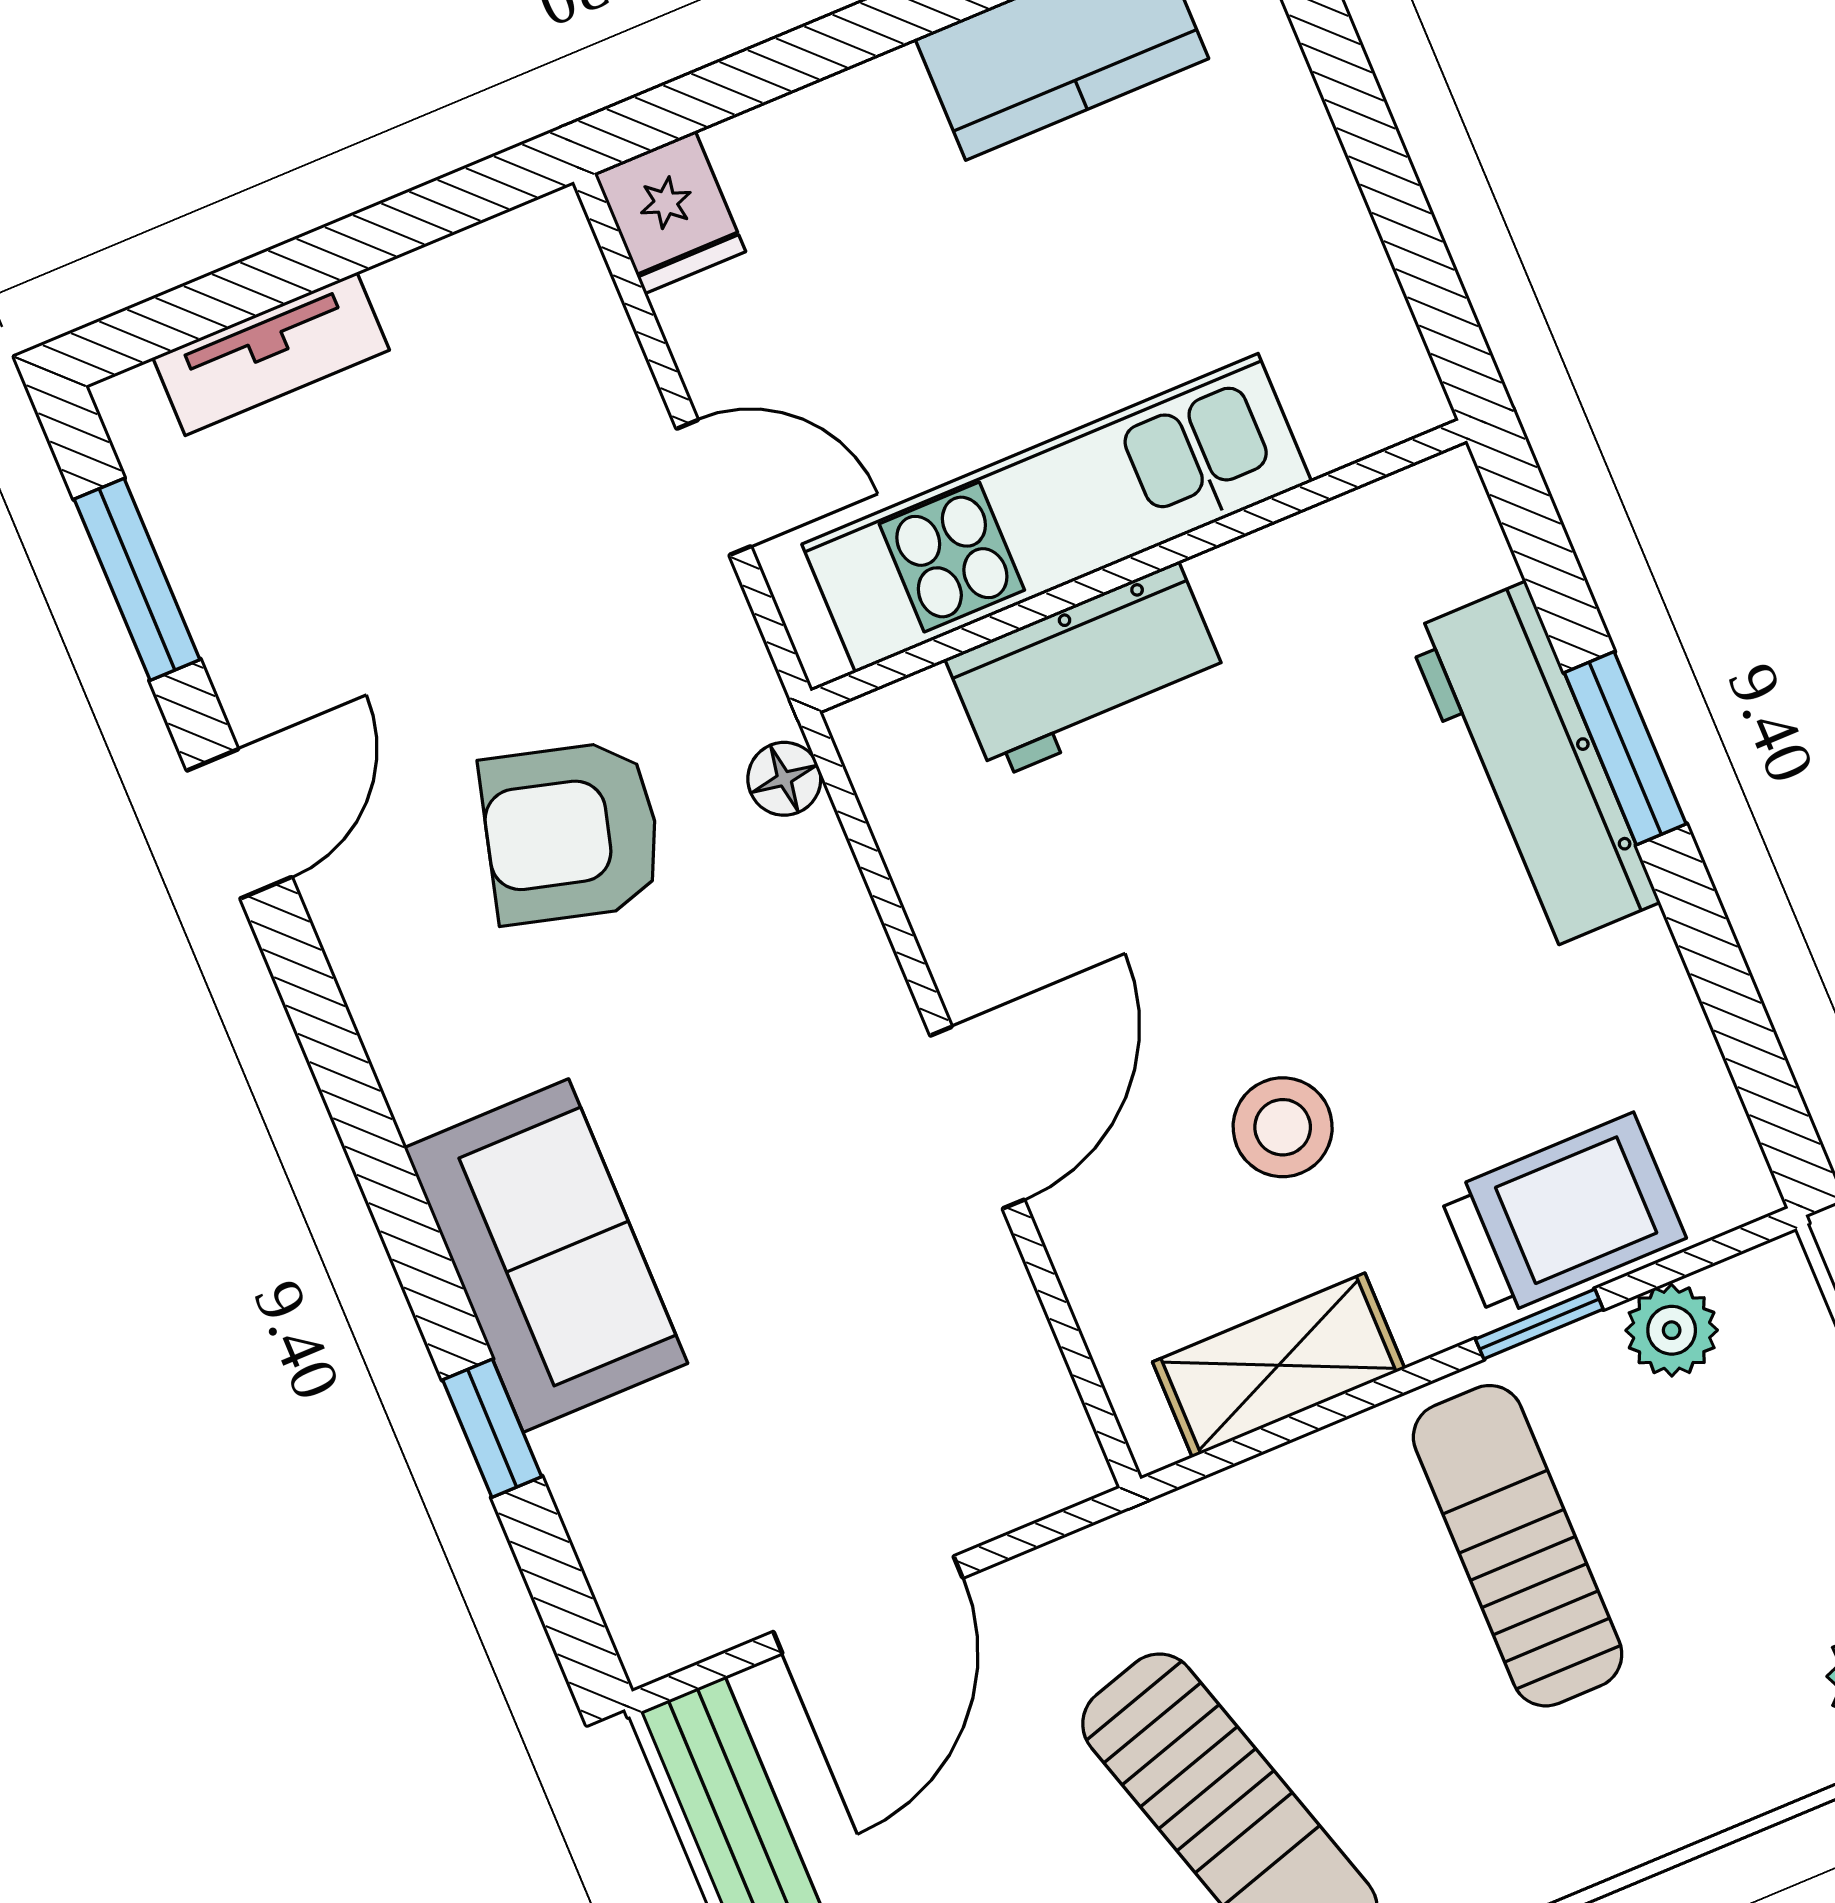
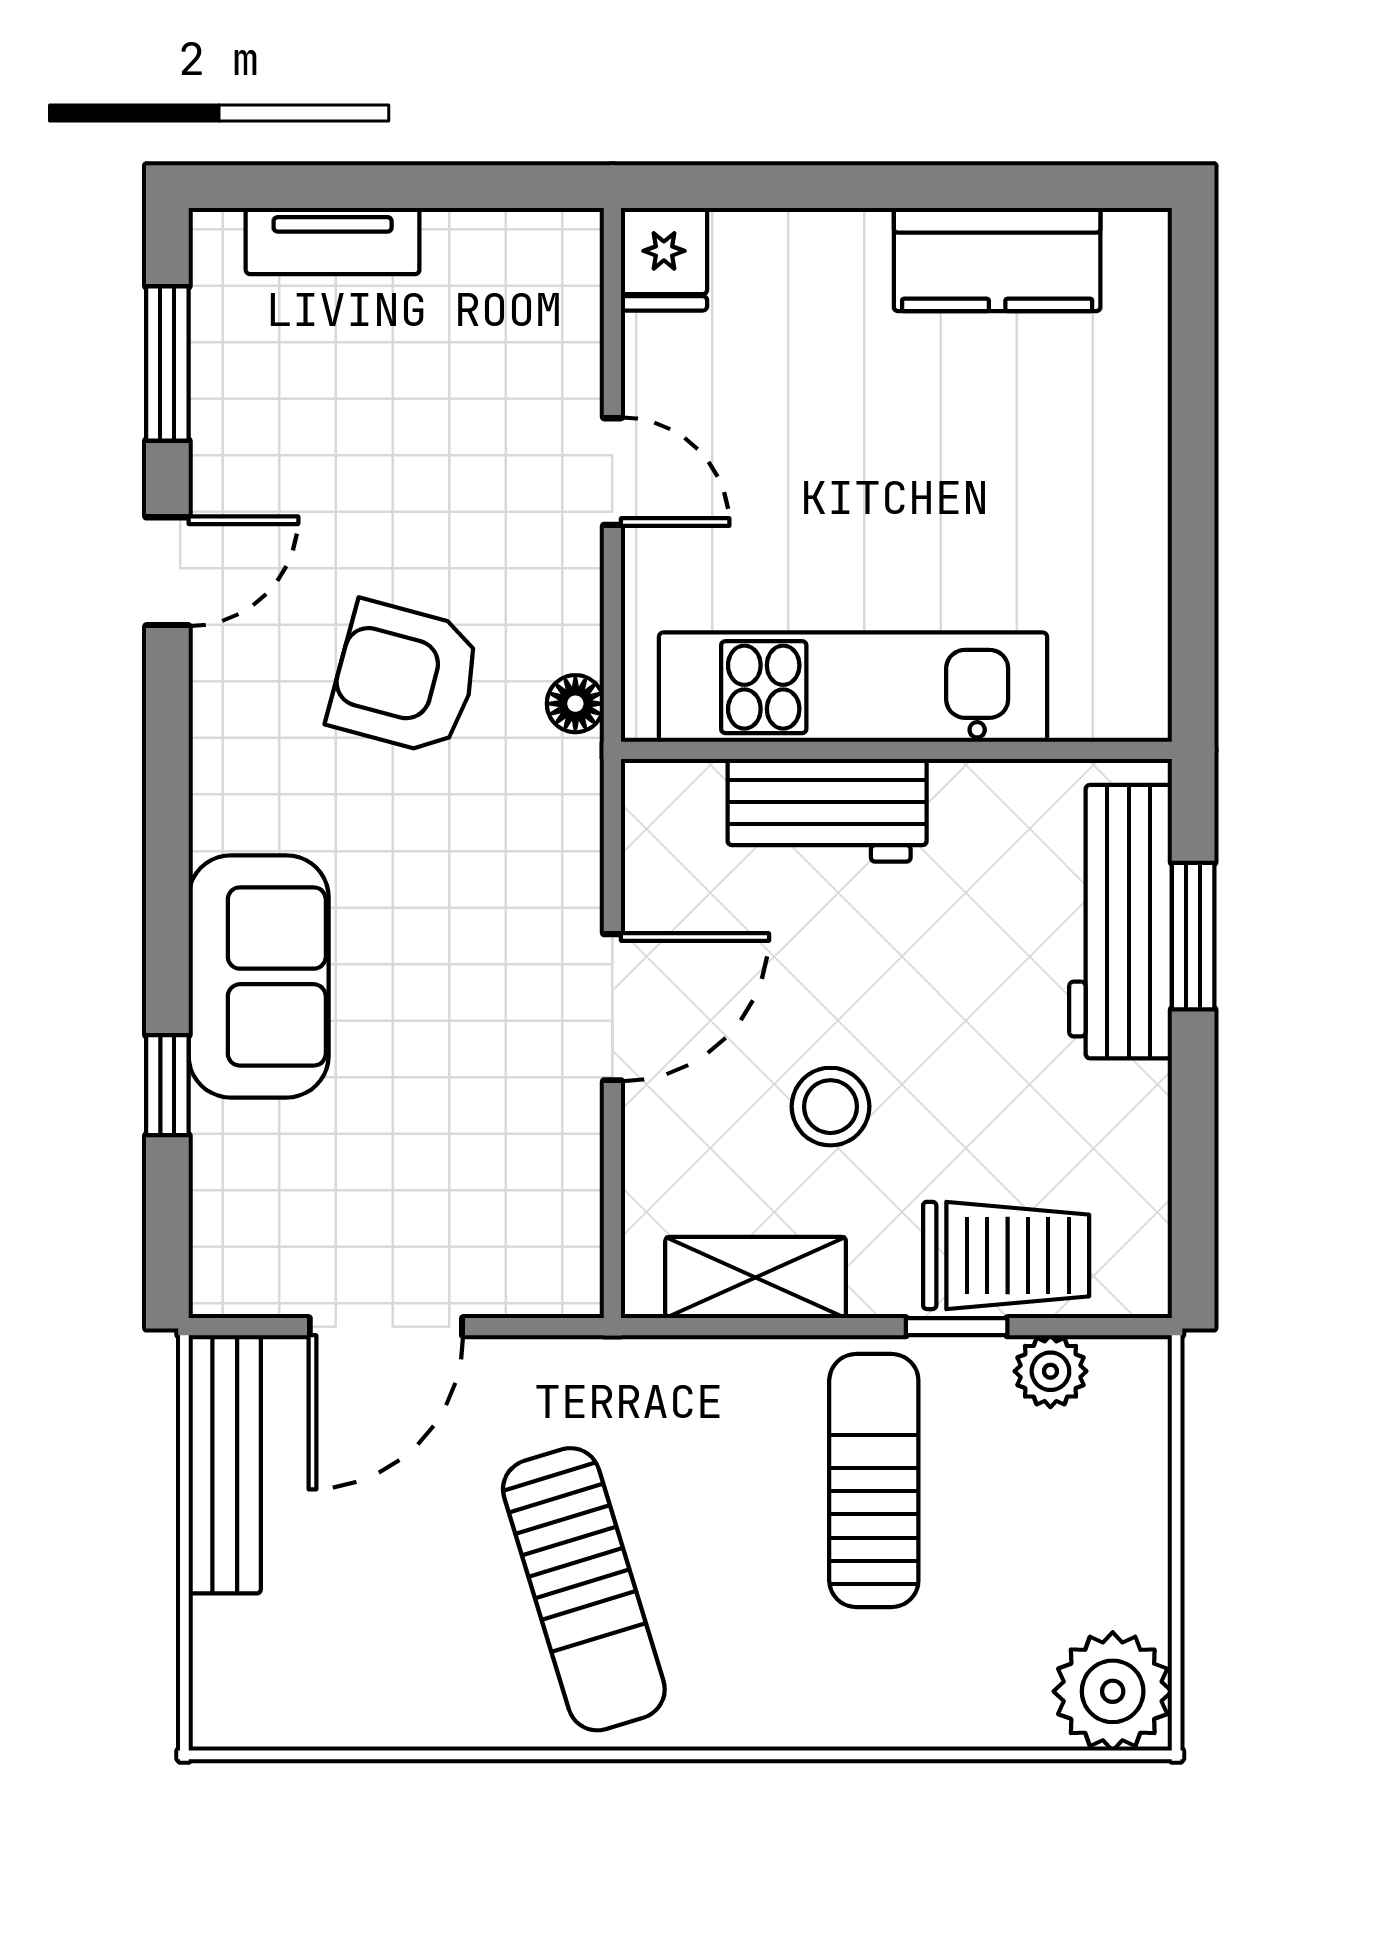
kitchen unit: (1057, 513) -> (853, 687), moved
wall: (1139, 566) -> (896, 750), moved
workbench: (1087, 671) -> (827, 810), moved

